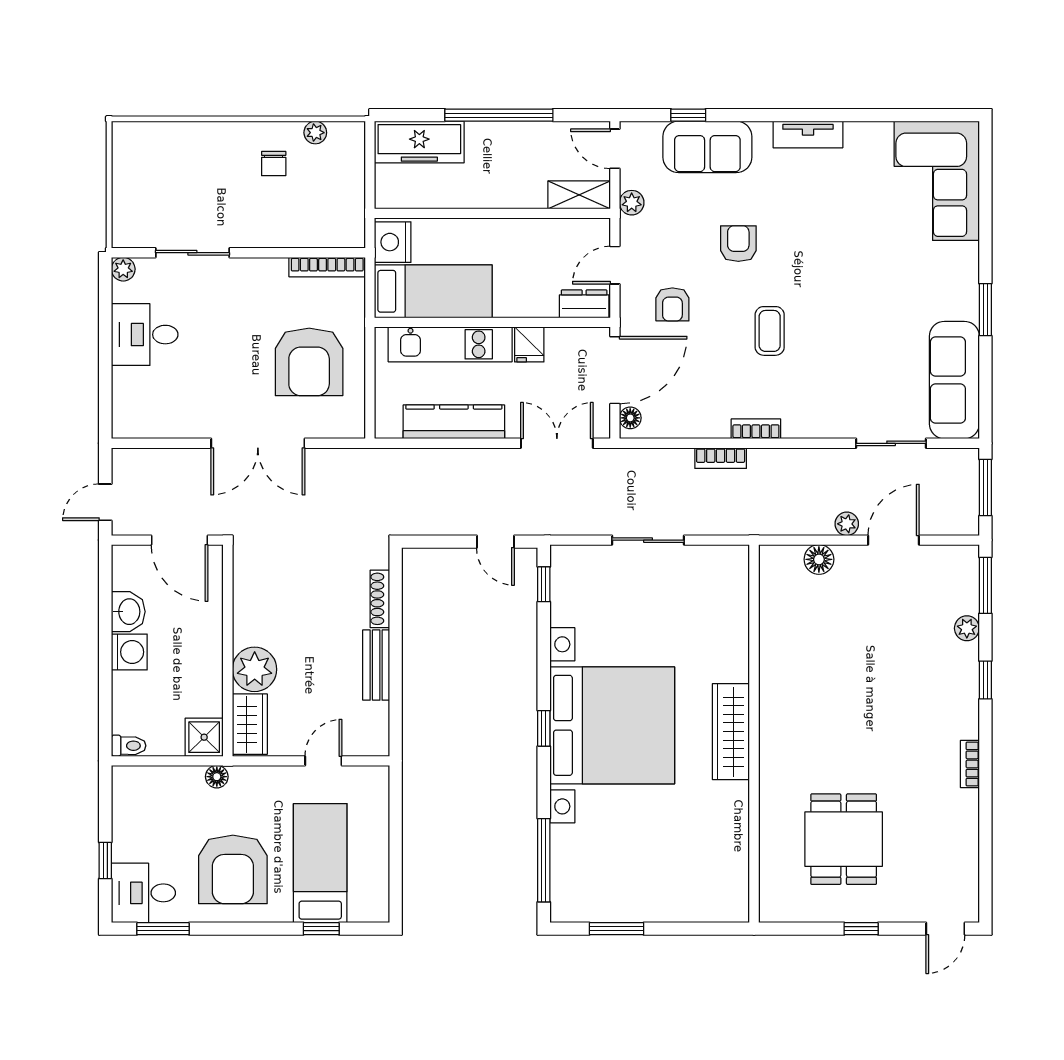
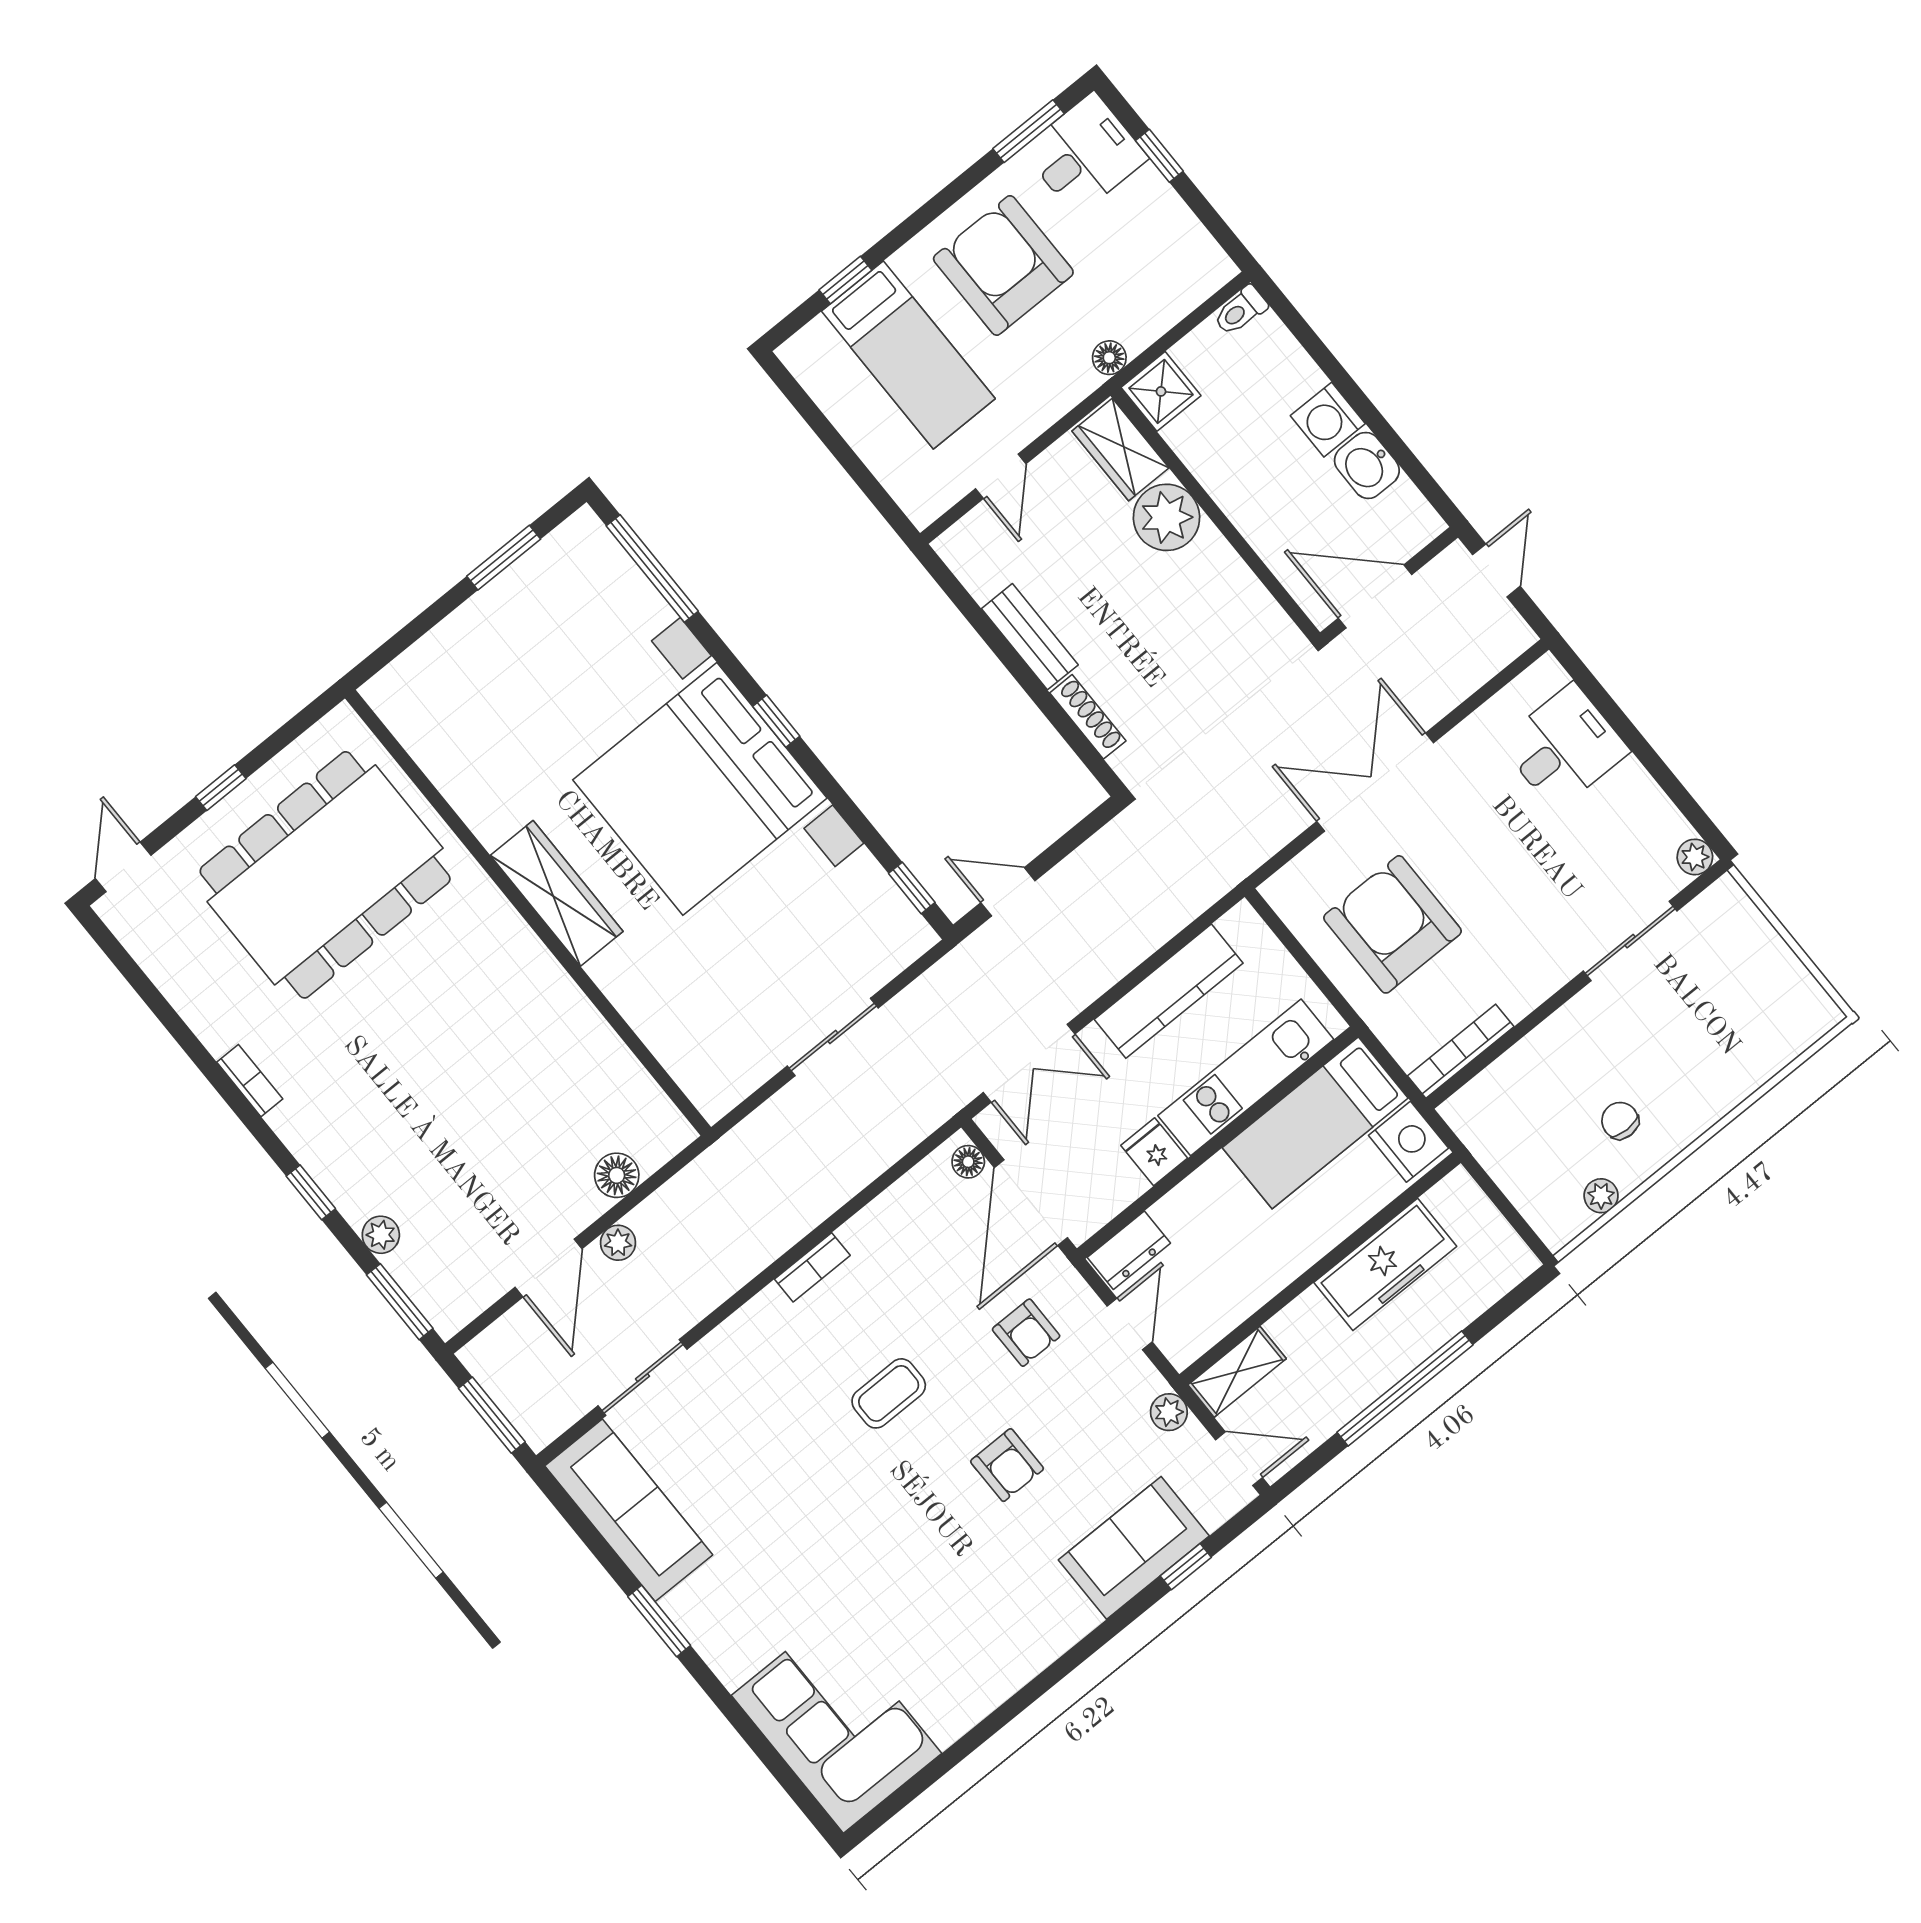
tv unit: (808, 135) -> (1029, 1657), removed
freezer: (419, 142) -> (1385, 1264), moved, turned 180
armchair: (672, 304) -> (1026, 1333), turned 180
coffee table: (770, 331) -> (889, 1393), turned 90
desk: (145, 335) -> (1564, 747), moved
bookcase: (721, 458) -> (826, 1200), removed
dining table: (844, 839) -> (325, 875), width x1.88, depth x1.24

